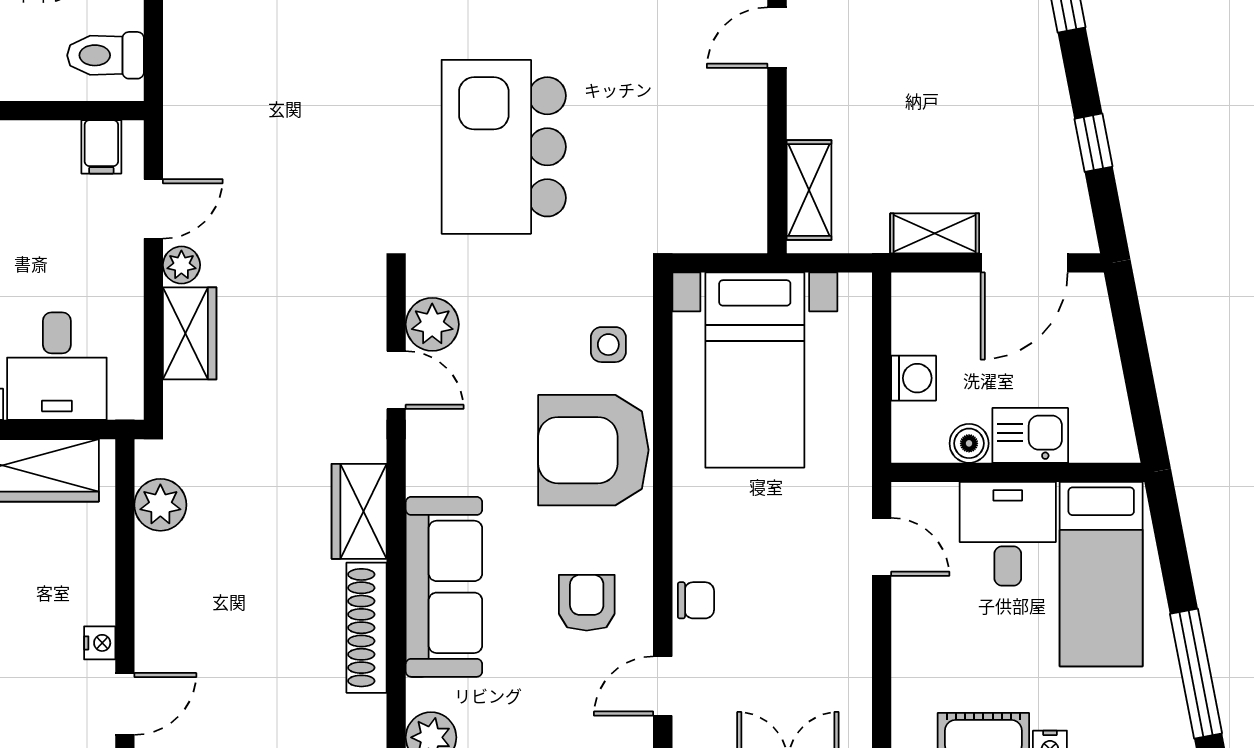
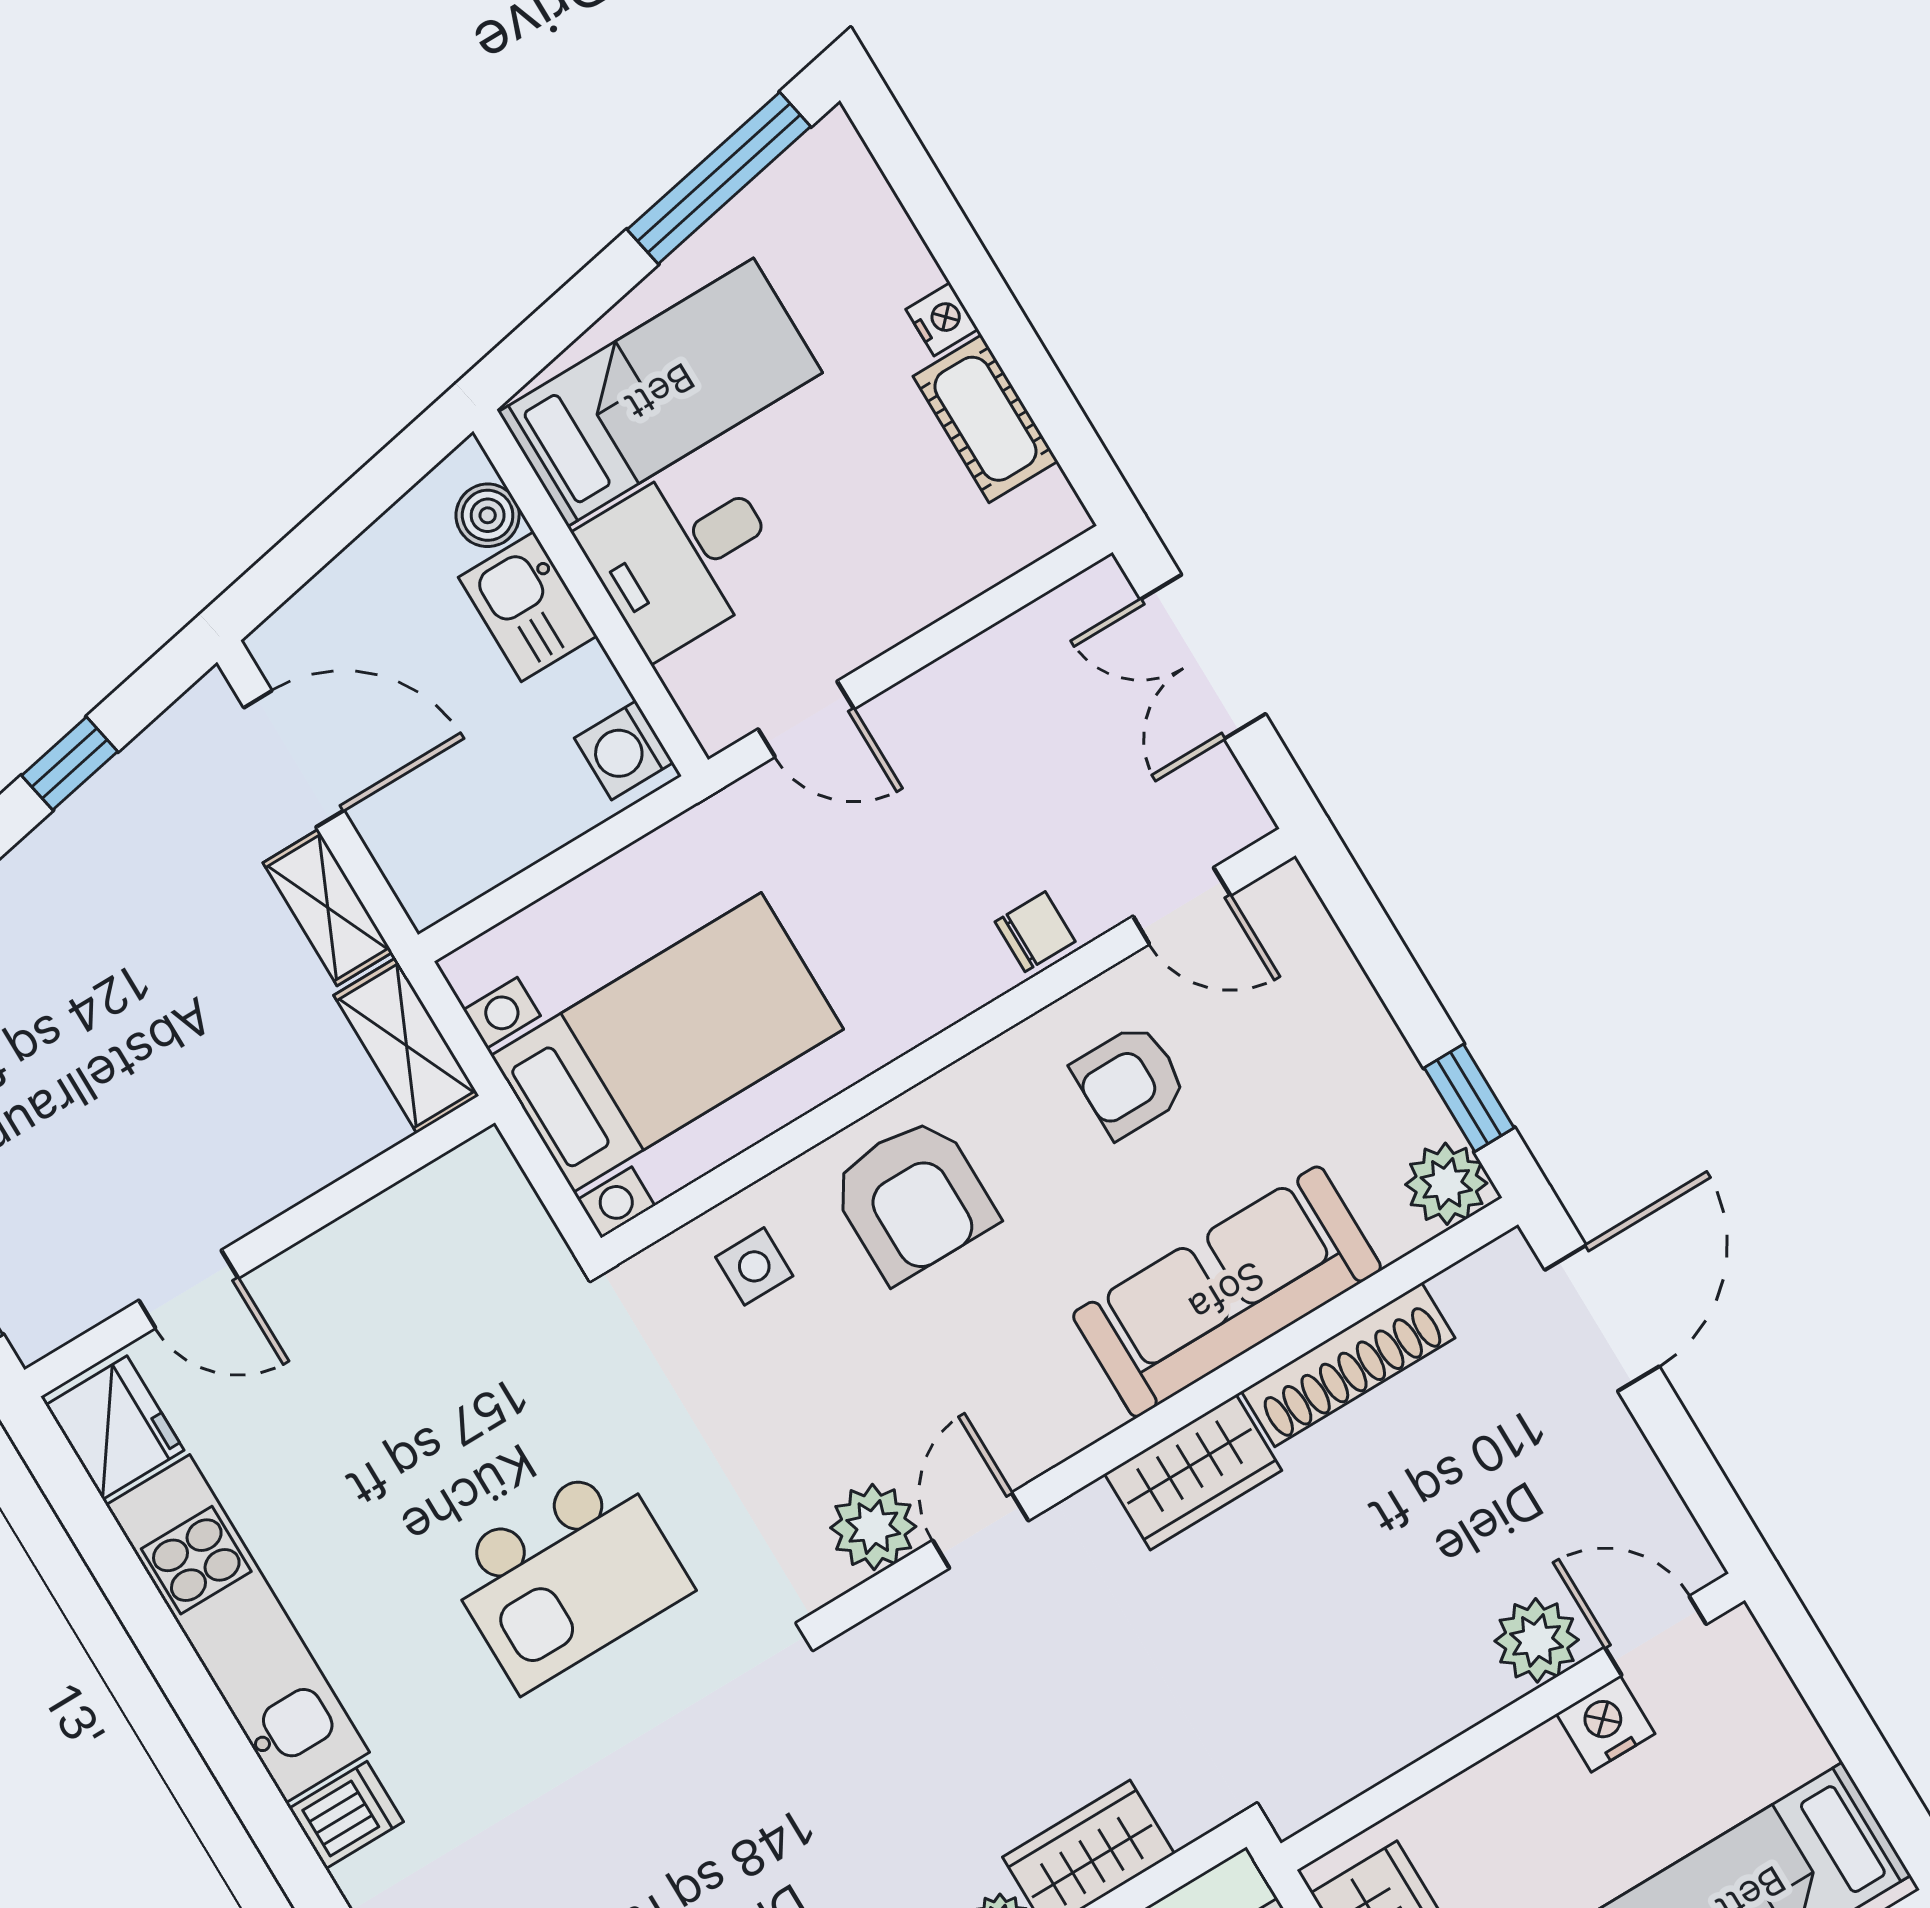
kitchen island: (504, 147) -> (568, 1576), width x0.73, depth x0.78
shelving: (809, 190) -> (406, 1046), moved, turned 90
washing machine: (914, 378) -> (624, 750), moved, turned -90
boiler: (969, 443) -> (488, 515), moved
armchair: (593, 450) -> (913, 1199), width x0.73, depth x0.73
plant: (160, 505) -> (1537, 1640), moved
door: (882, 547) -> (806, 719), swing flipped
chair: (696, 600) -> (1035, 932), turned 90
nightstand: (100, 643) -> (1606, 1724), width x1.39, depth x1.35

